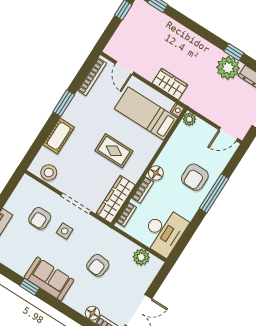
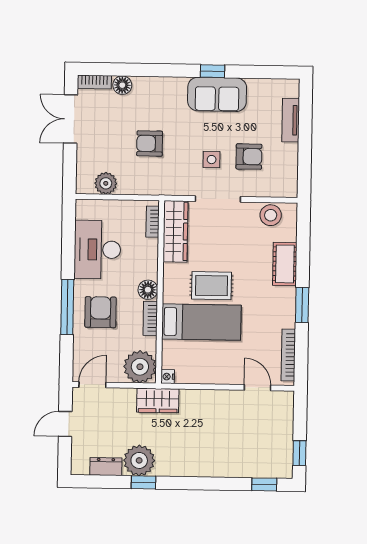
wardrobe: (170, 84) -> (158, 400), moved
bed: (146, 113) -> (201, 322), moved
plant: (189, 119) -> (140, 367), width x1.87, depth x1.87
bookcase: (143, 190) -> (150, 318), moved
armchair: (40, 218) -> (249, 157), turned 90
desk: (164, 231) -> (97, 250), moved
armchair: (98, 265) -> (150, 143), turned -97
sofa: (49, 279) -> (217, 94), moved

